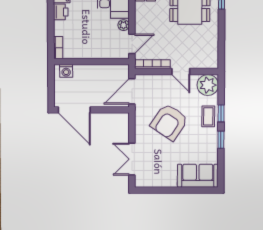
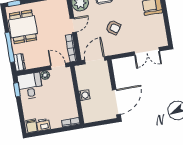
washing machine: (66, 71) -> (84, 95), moved
door: (132, 91) -> (95, 60), swing flipped
armchair: (169, 122) -> (113, 28), width x0.53, depth x0.53

